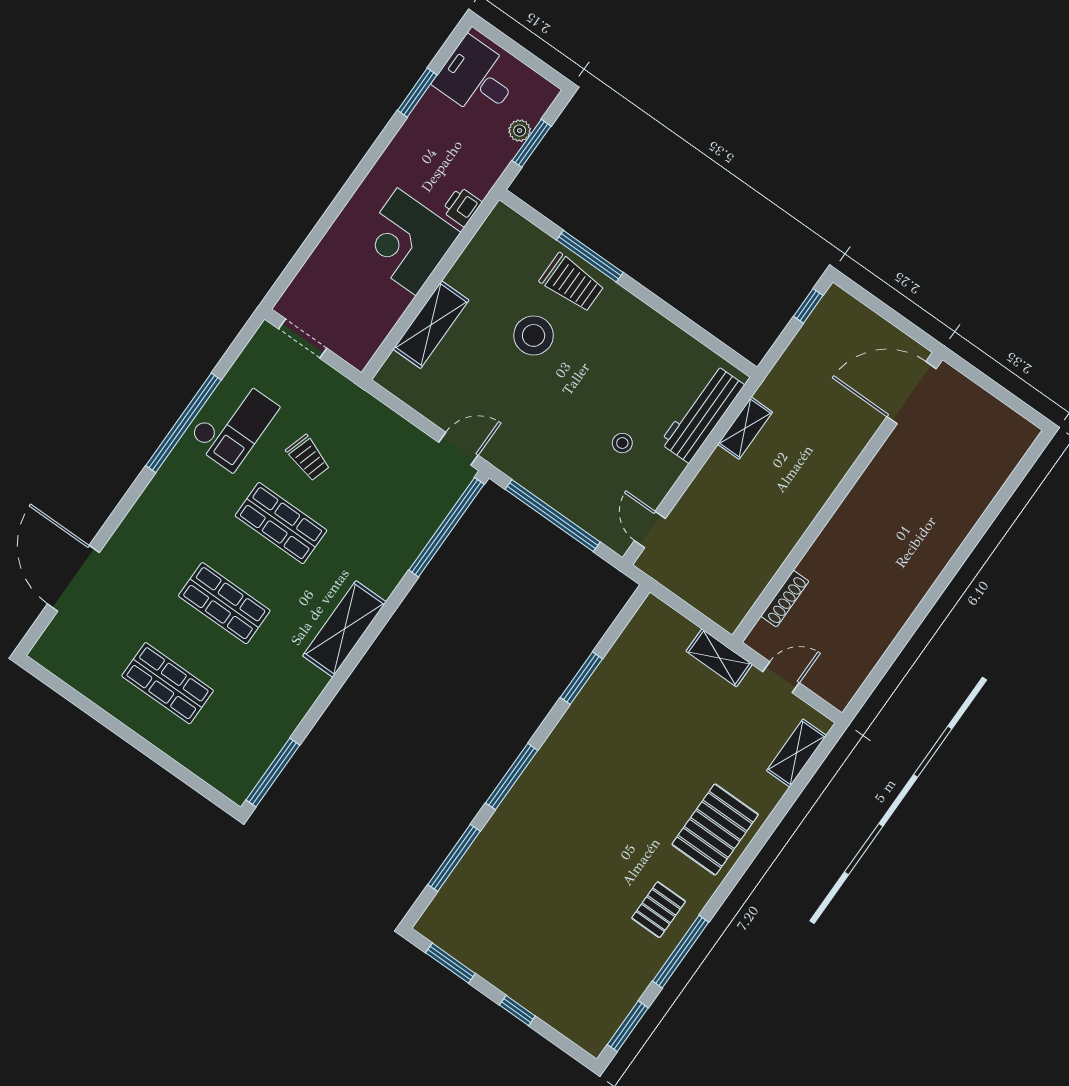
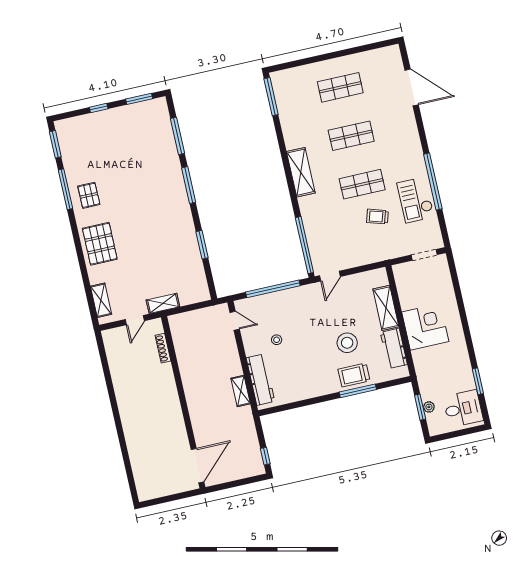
printer: (462, 207) -> (420, 359), removed
workbench: (480, 259) -> (394, 348), added

